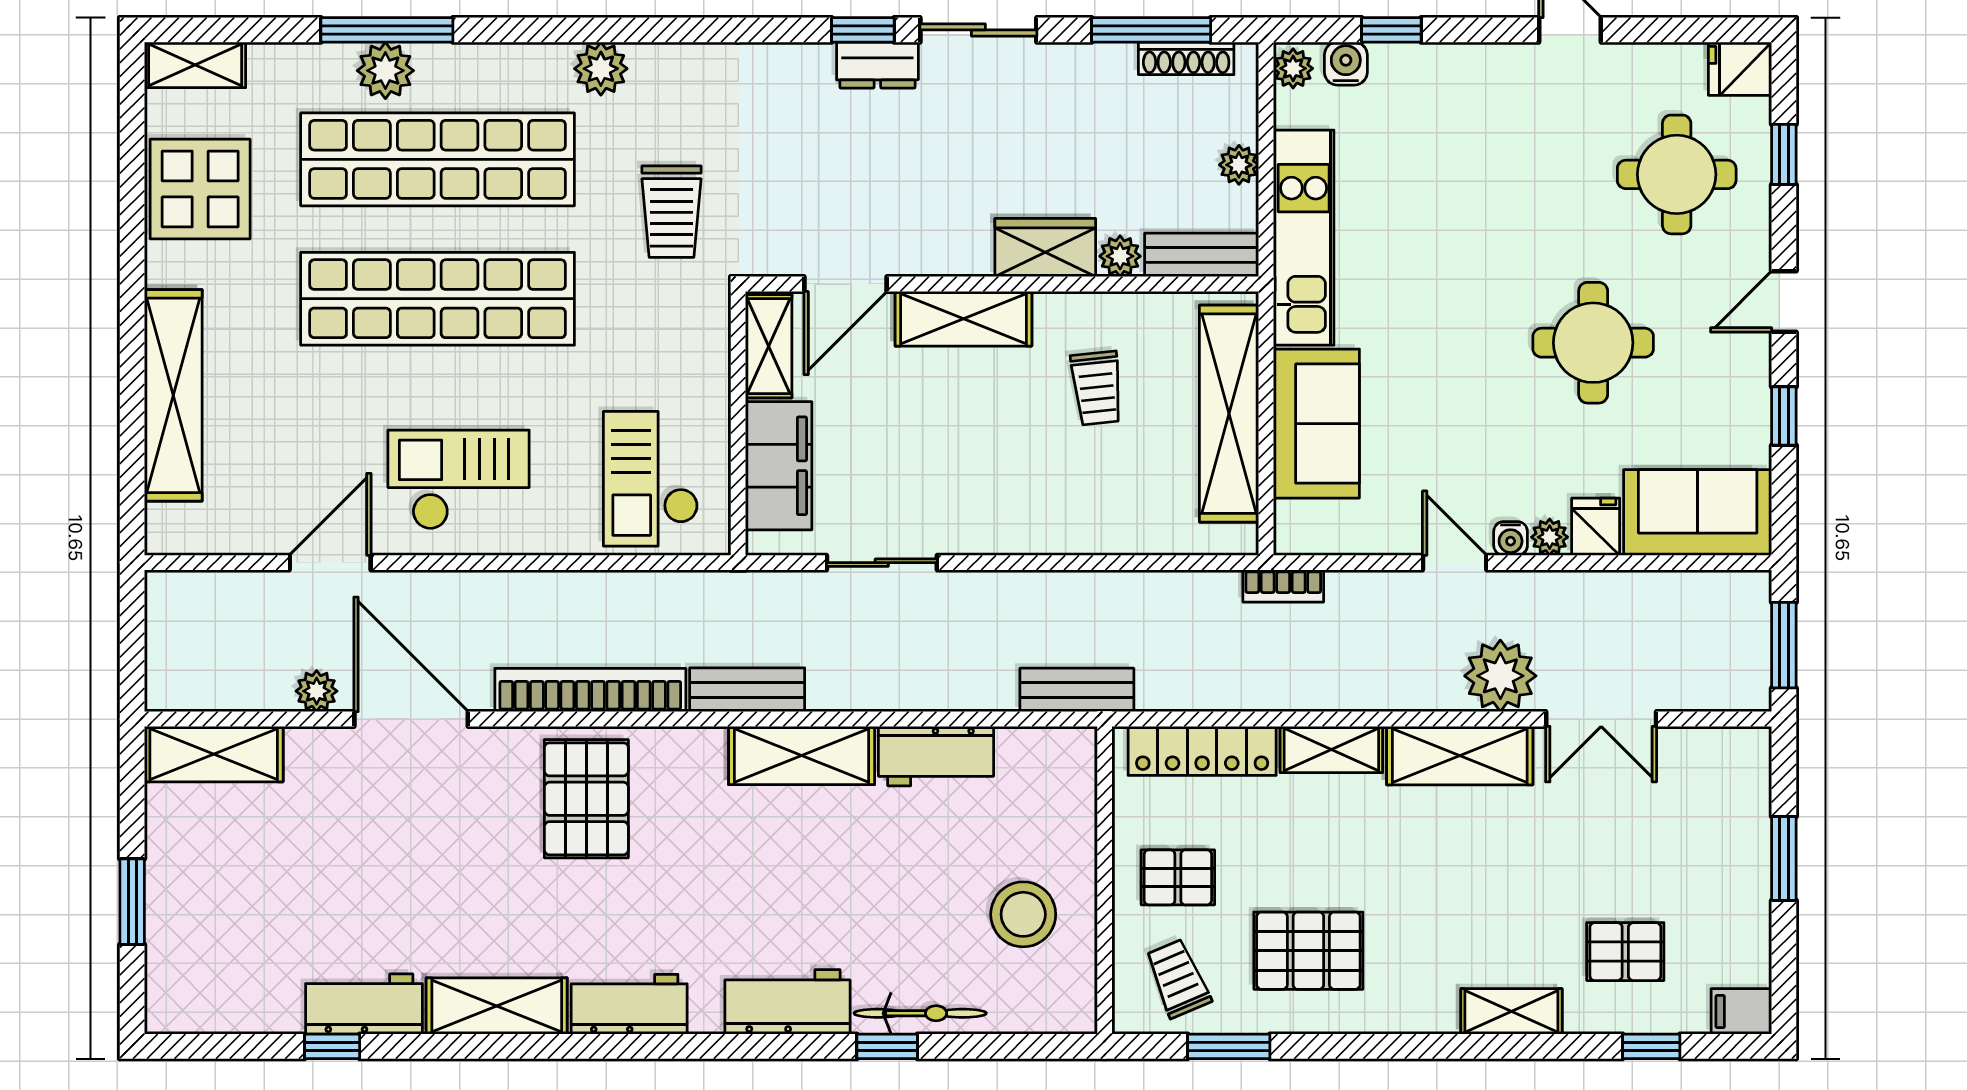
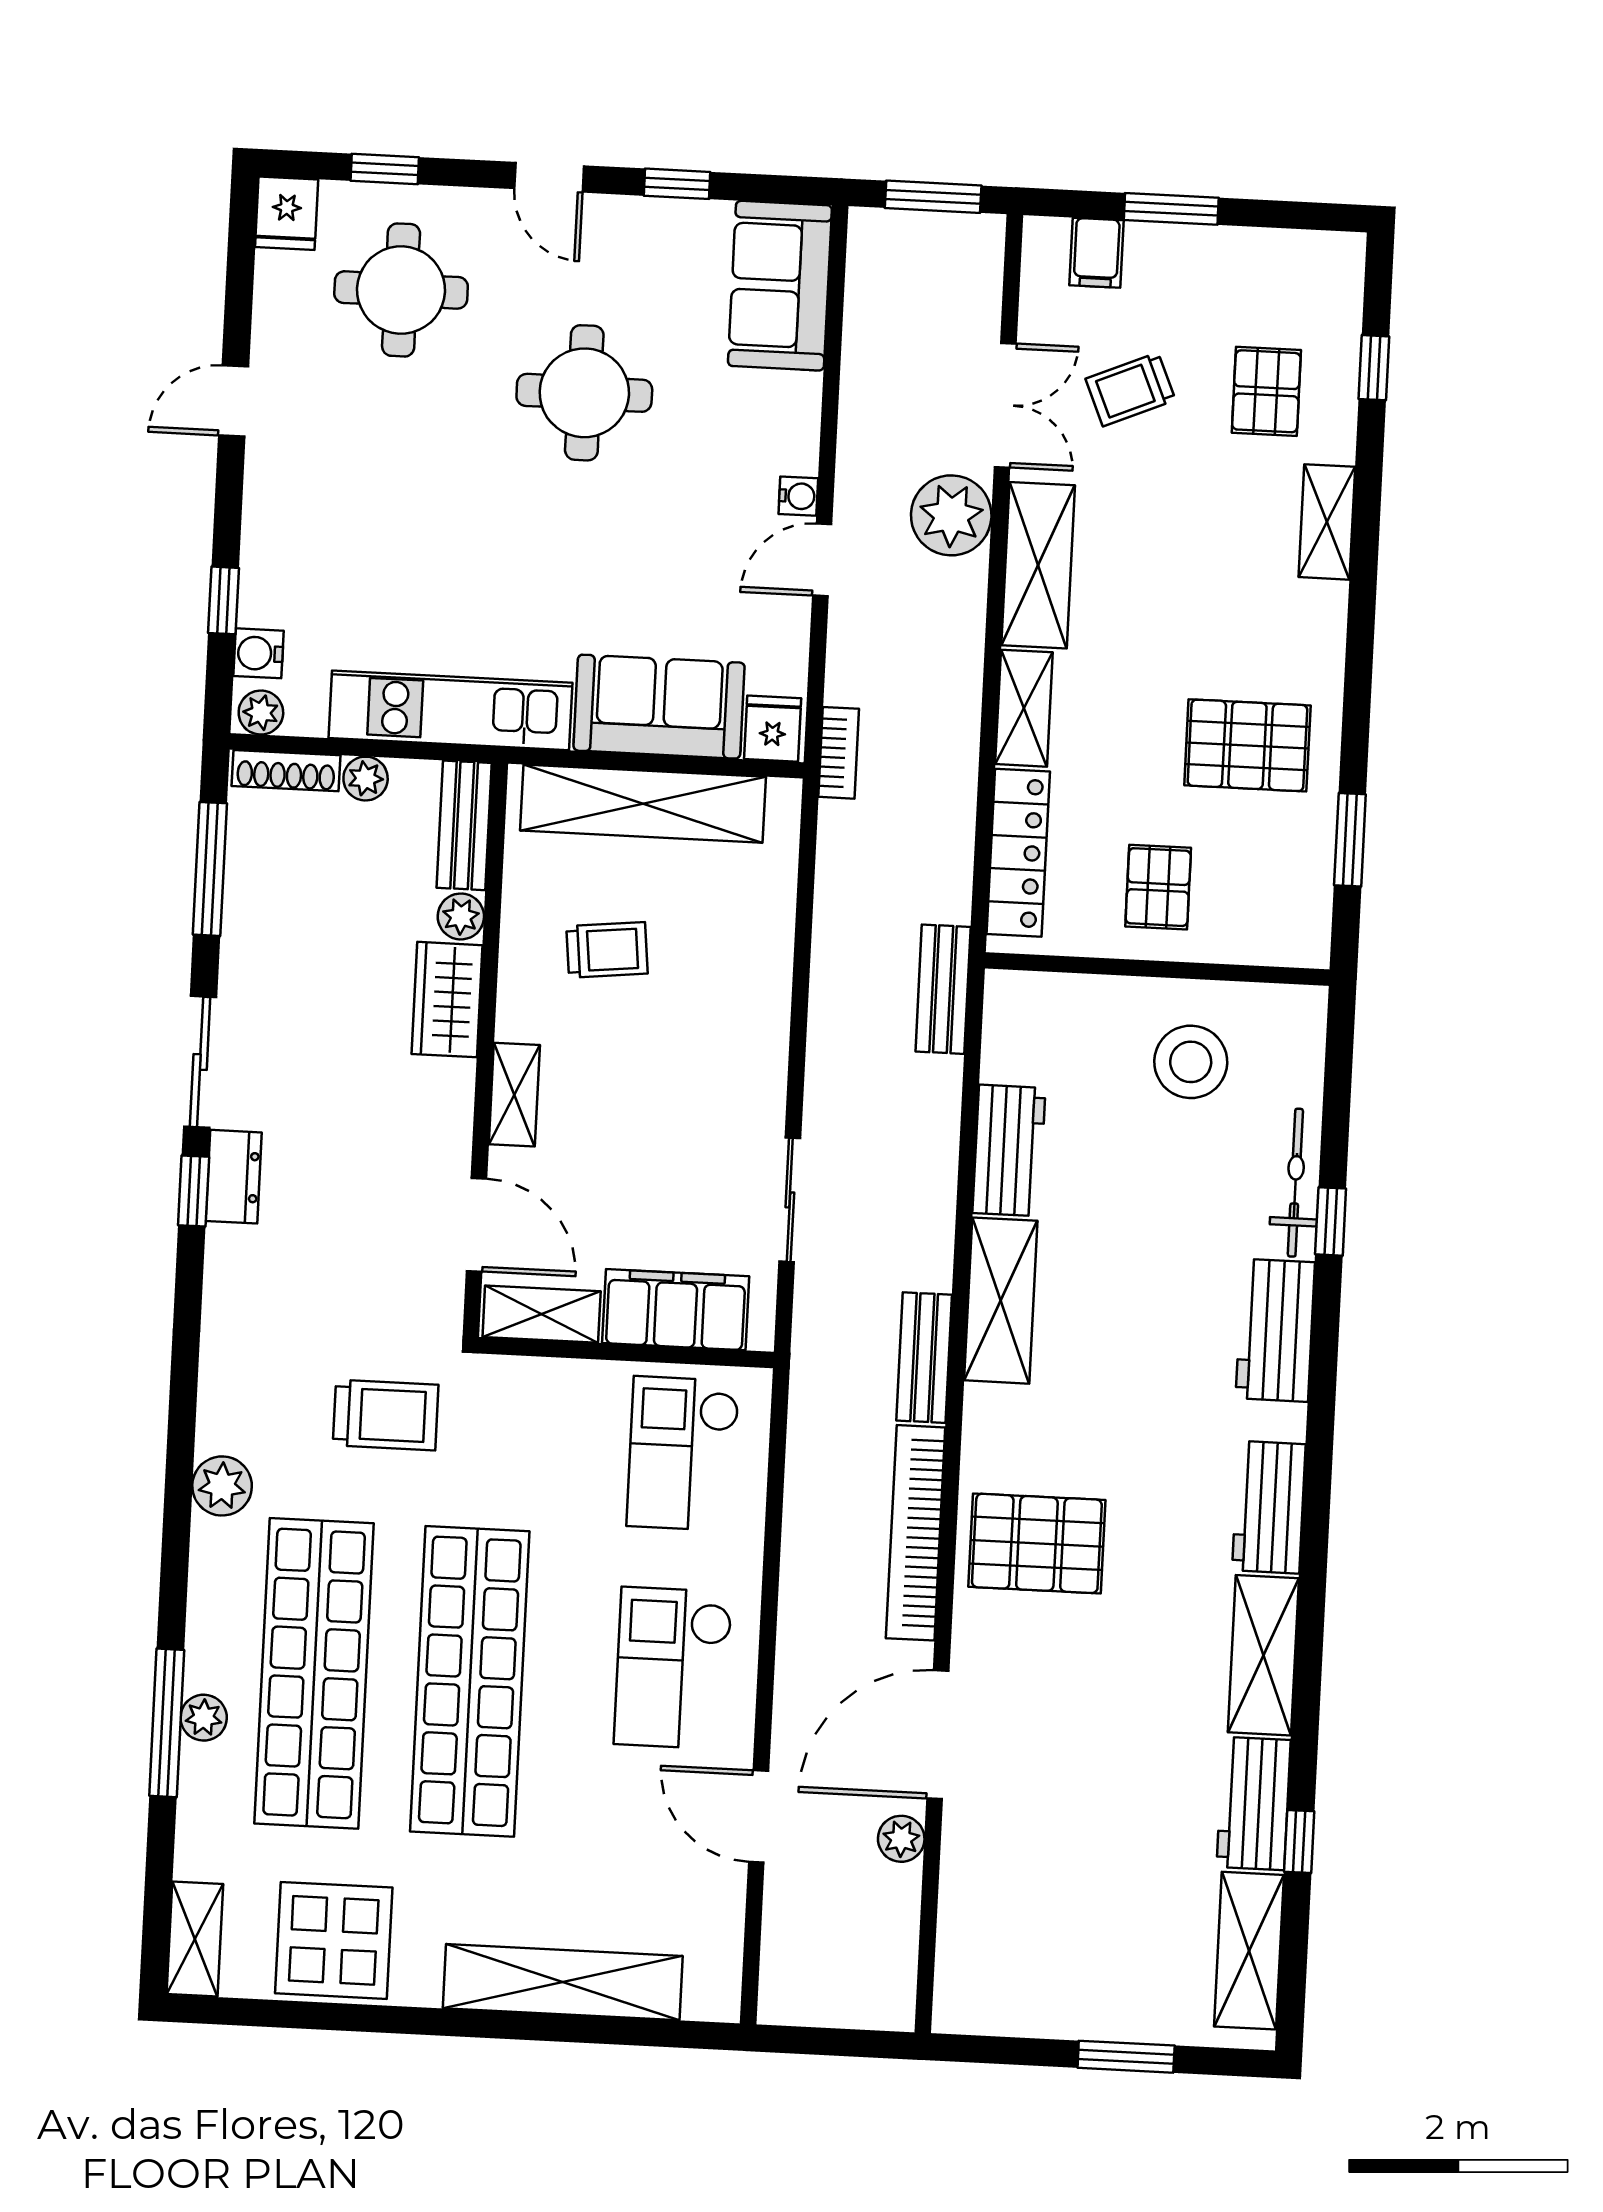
shoe rack: (1186, 58) -> (286, 771), moved, turned 90
plant: (385, 71) -> (204, 1718), width x0.73, depth x0.73
shelving: (963, 319) -> (514, 1095), width x0.67, depth x0.75
checkout: (651, 479) -> (683, 1454), turned 90
fridge: (1596, 527) -> (773, 729), moved, turned 90
plant: (1550, 537) -> (799, 452), removed
shelving: (214, 754) -> (1249, 1951), moved
pallet: (1308, 951) -> (1247, 745), turned 90
trolley: (1178, 978) -> (1130, 389), moved
filing cabinet: (1741, 1011) -> (1097, 253), moved

